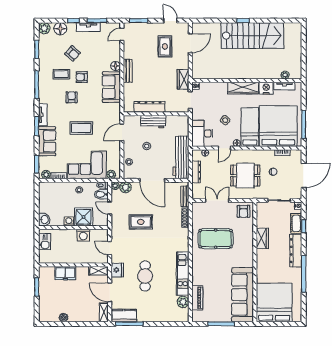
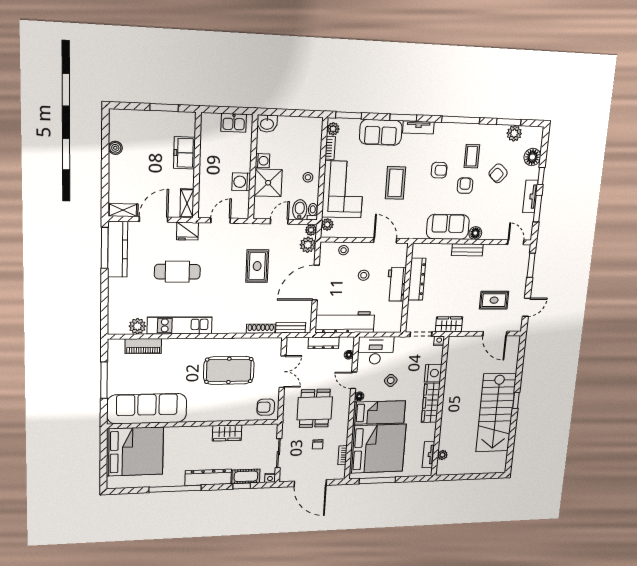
plant: (44, 28) -> (514, 133), moved
nightstand: (266, 88) -> (433, 373), moved
pool table: (216, 239) -> (229, 370), turned 90
kitchen counter: (124, 316) -> (118, 249), width x1.50

